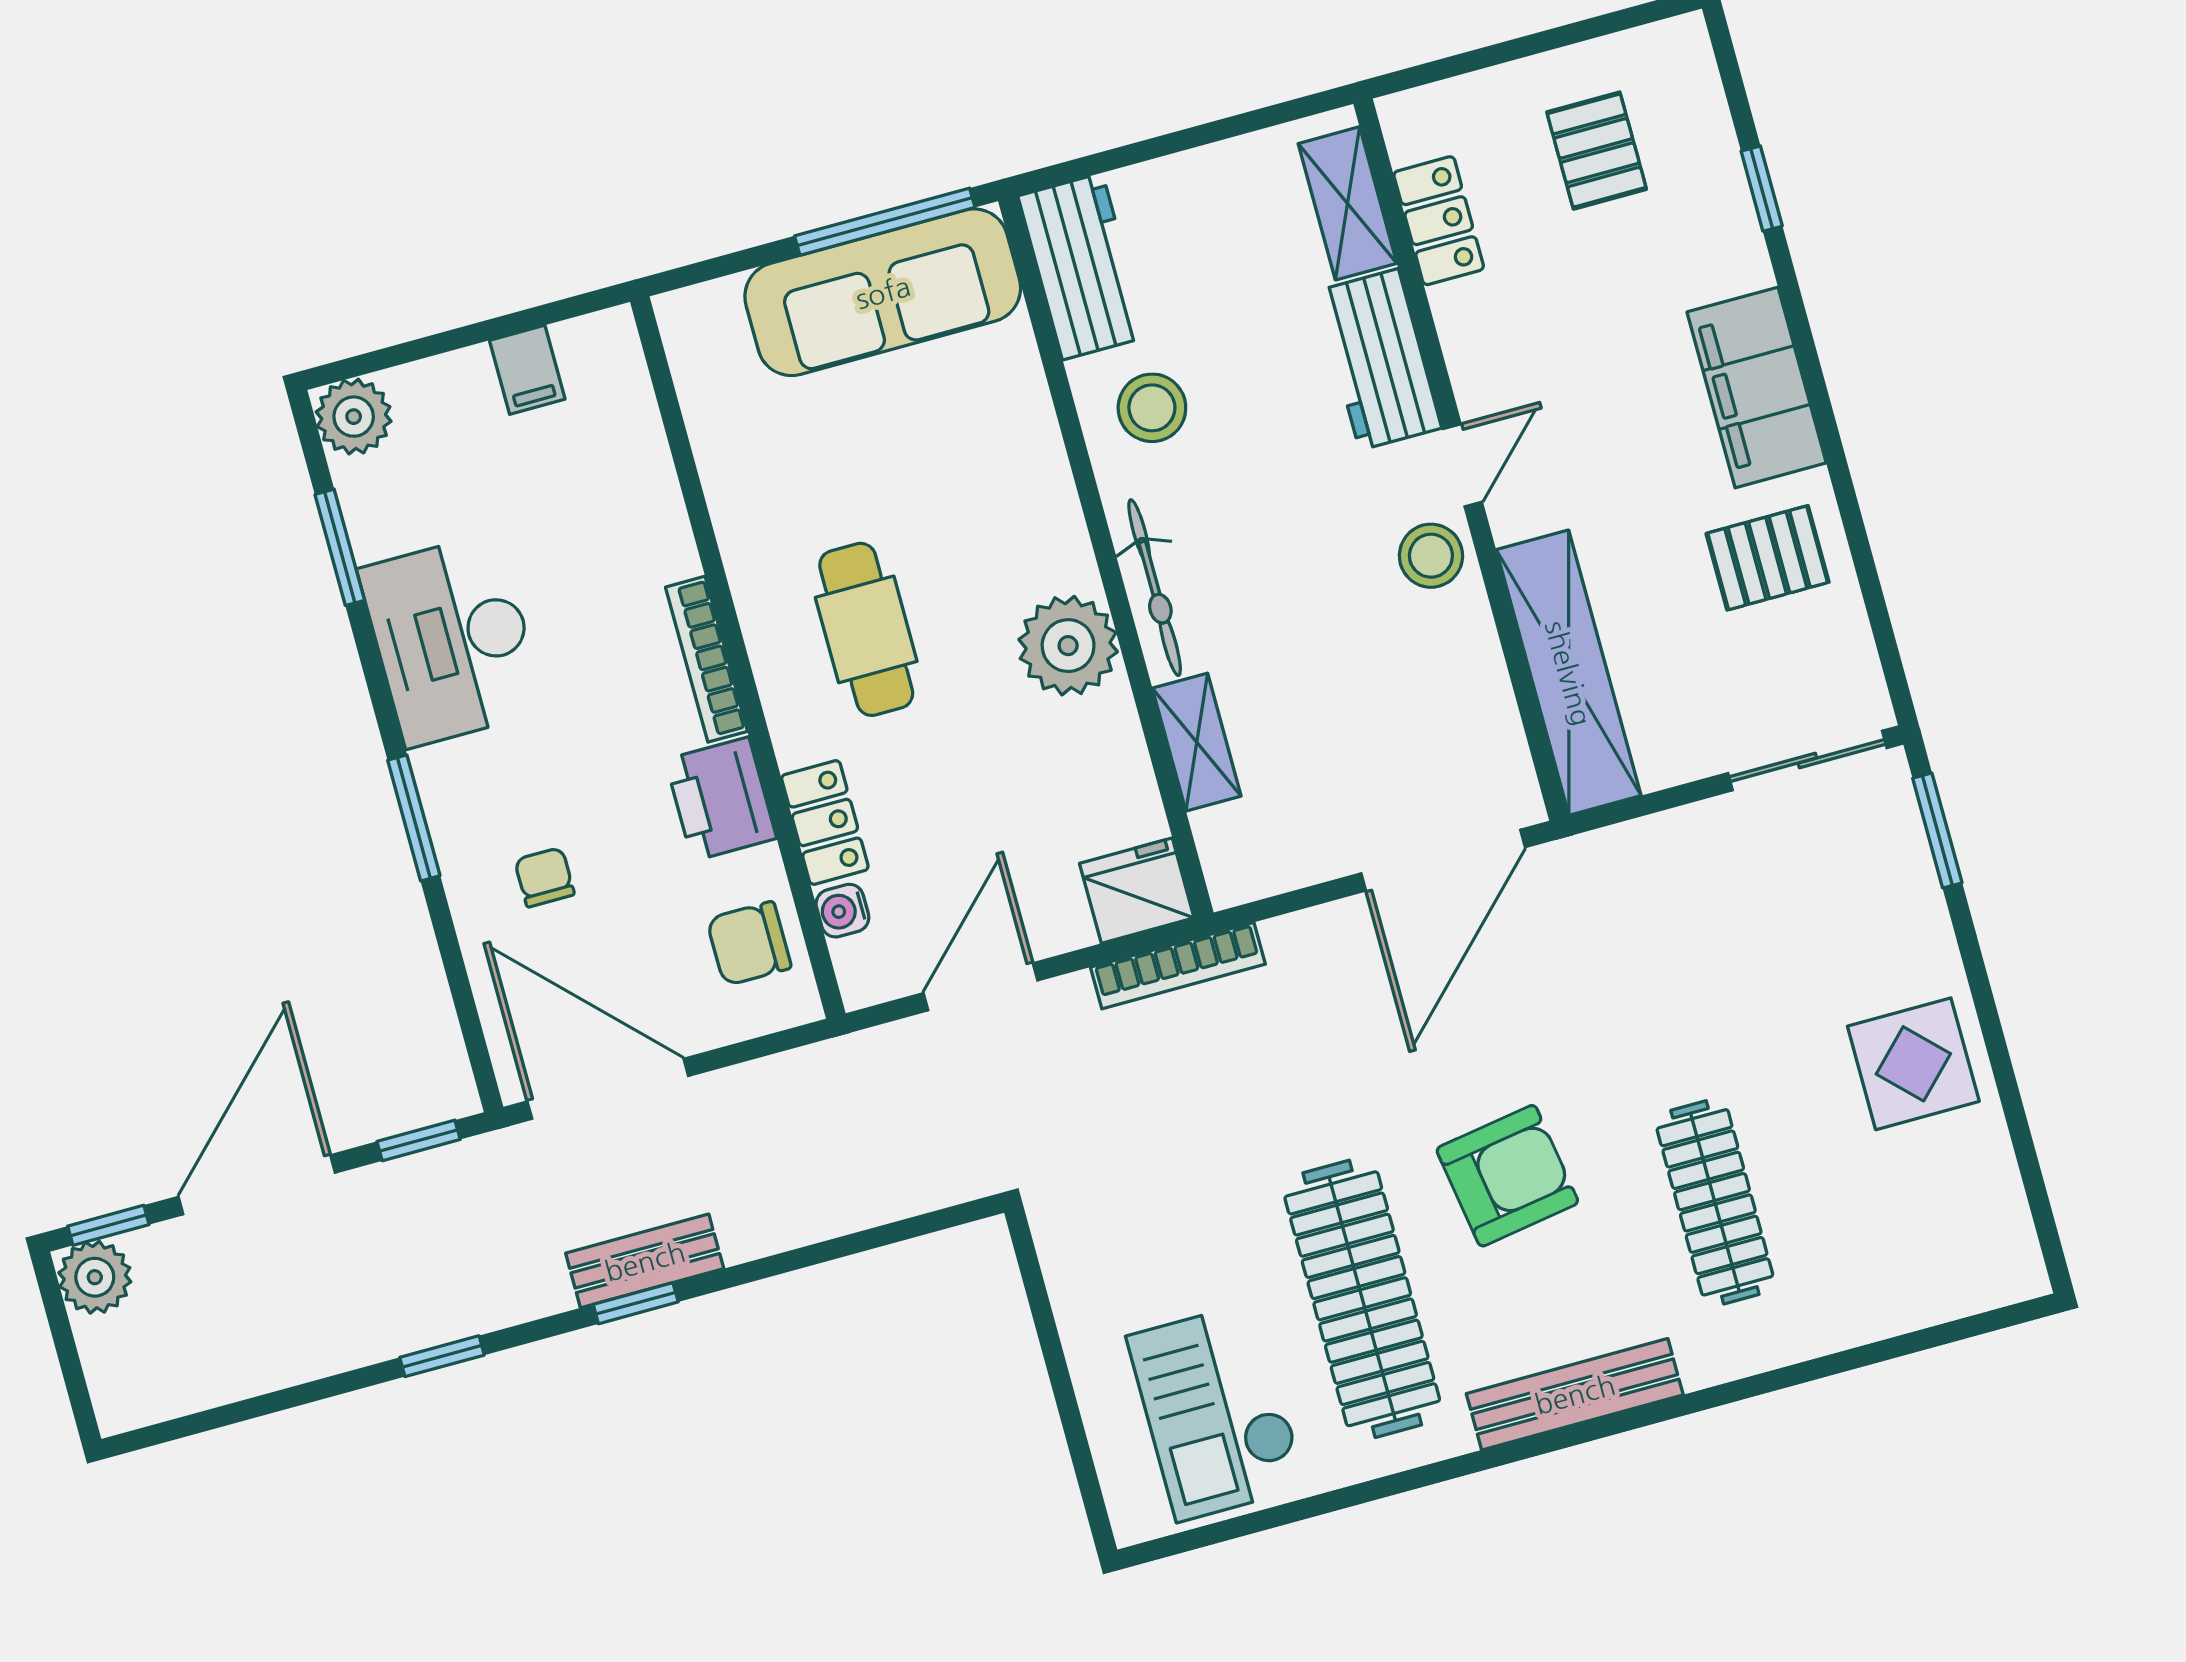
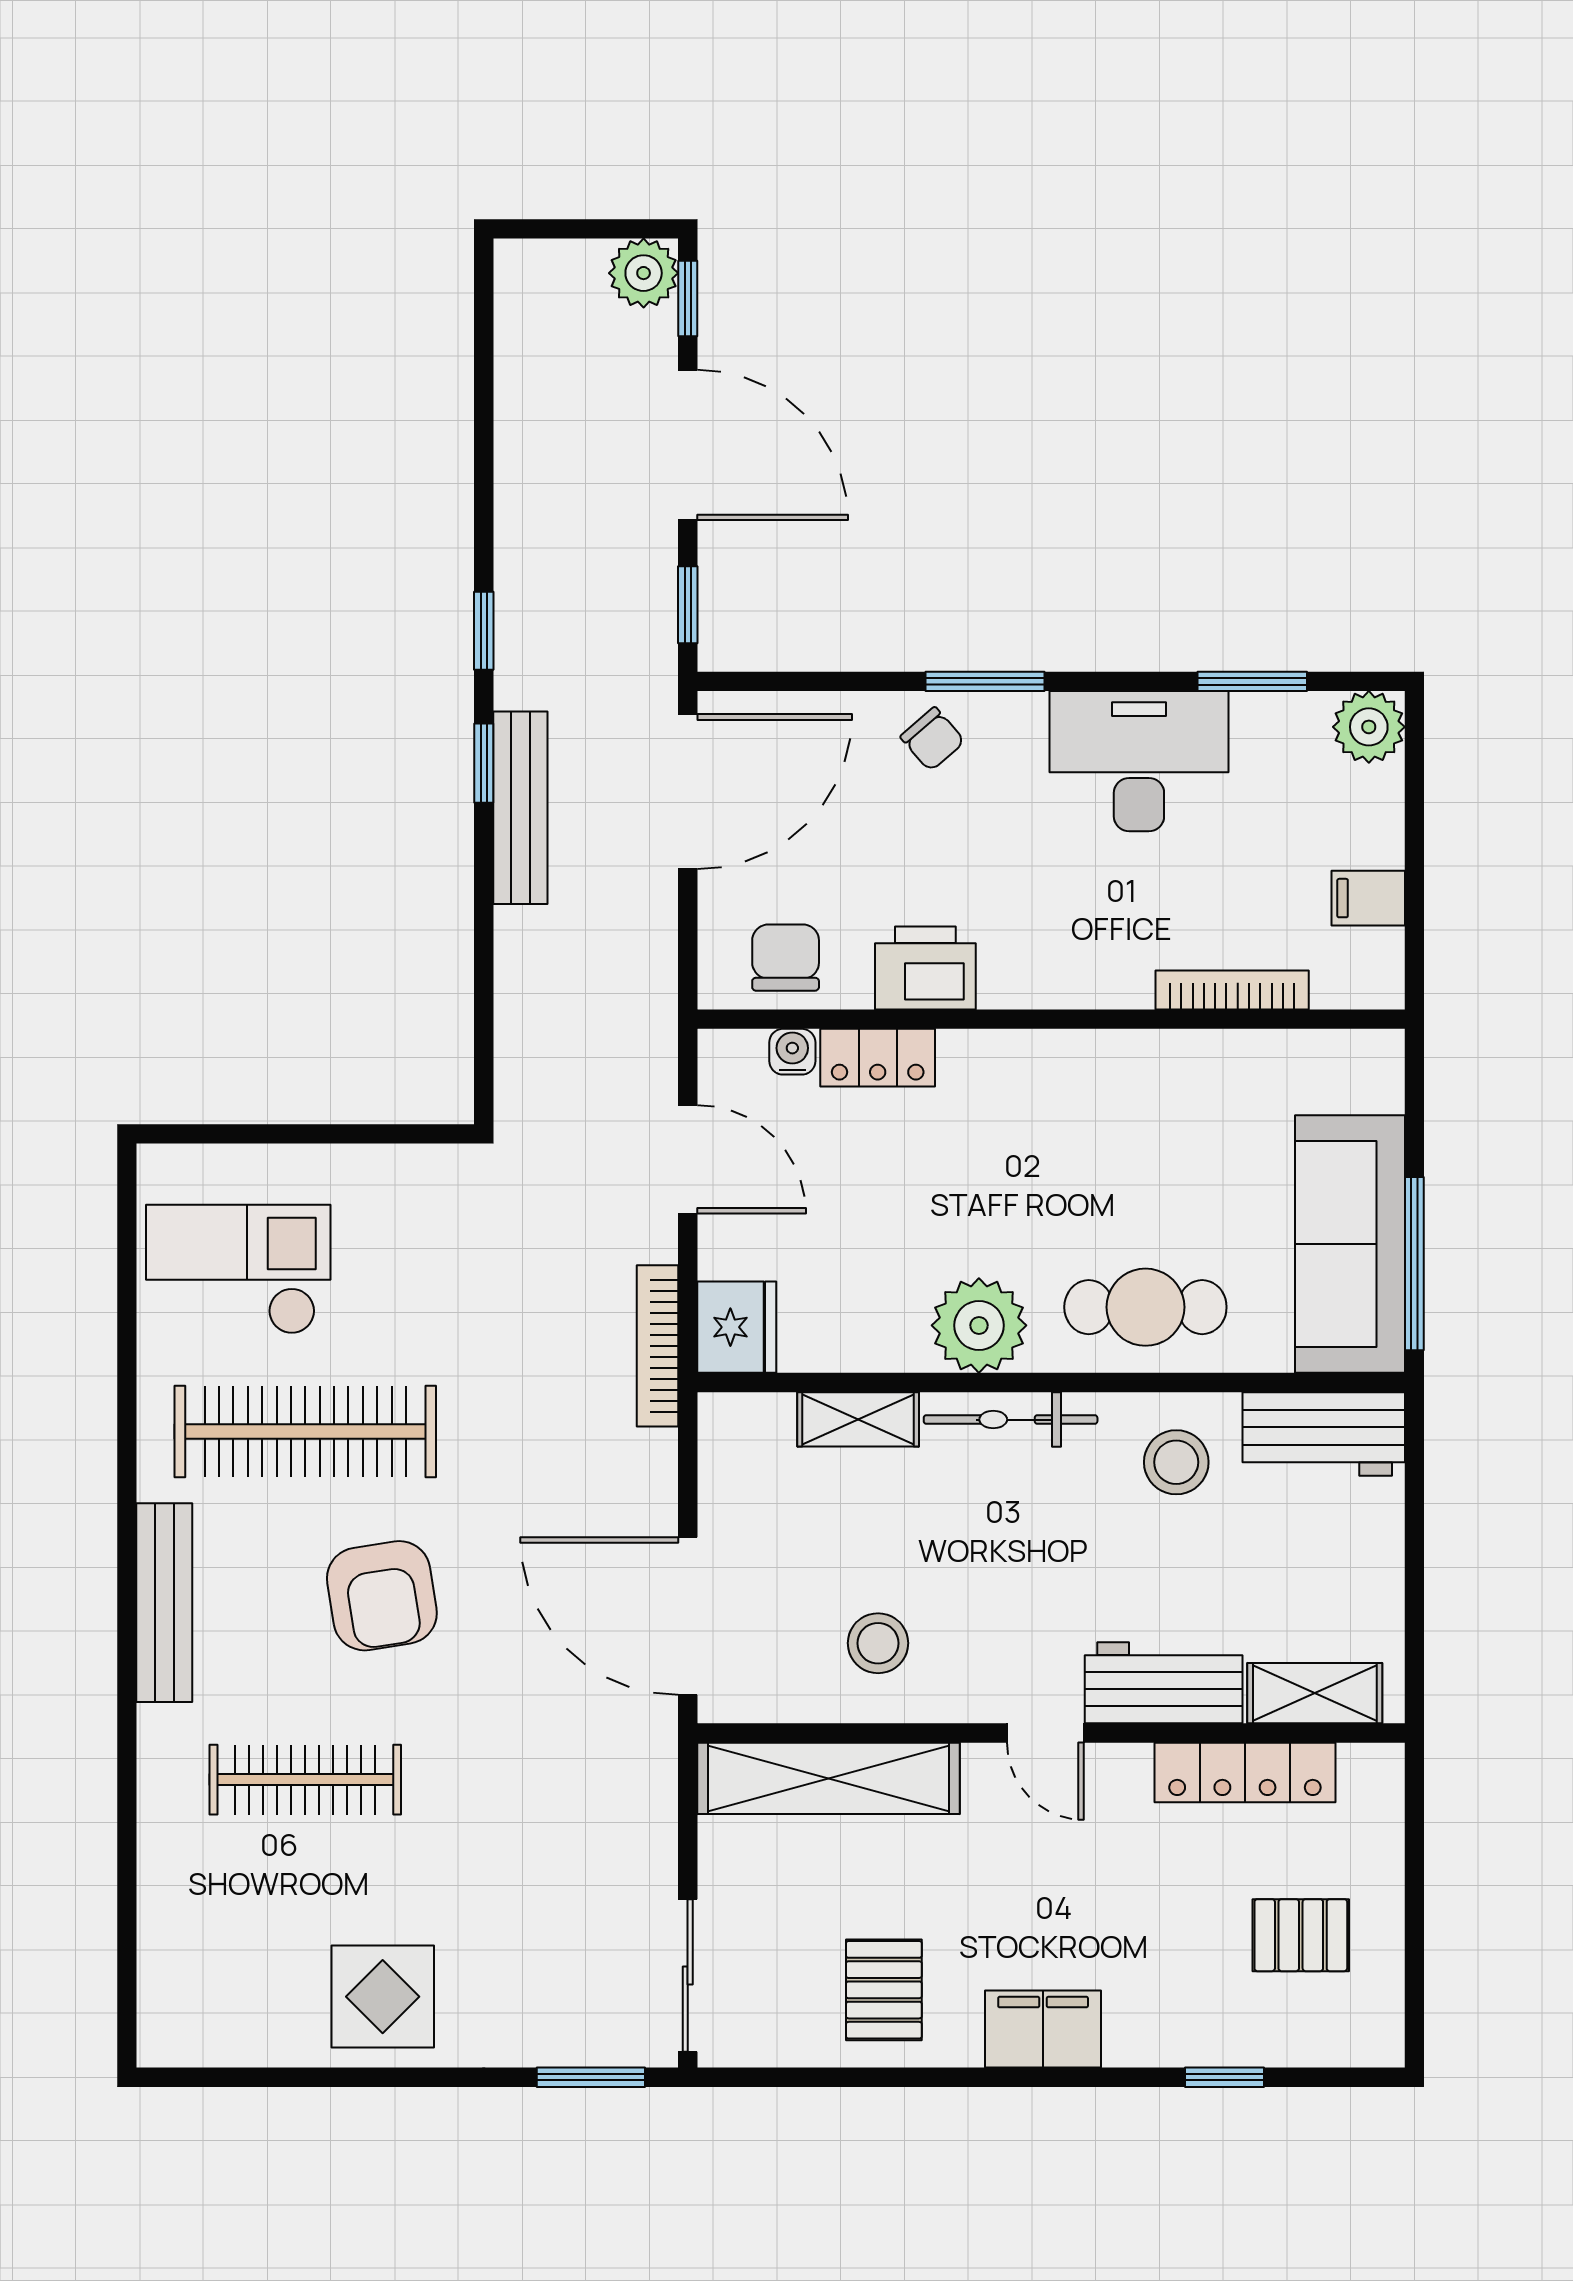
locker: (1439, 221) -> (1245, 1773), width x1.53
filing cabinet: (1757, 387) -> (1043, 2029), width x0.67, depth x0.86
stool: (1431, 556) -> (878, 1643), moved
cafe table: (866, 629) -> (1145, 1307), moved
bookcase: (706, 659) -> (1232, 990), moved
chair: (544, 877) -> (933, 739), moved, turned 49
bench: (645, 1261) -> (520, 808), width x1.36
window: (442, 1356) -> (484, 631), moved

